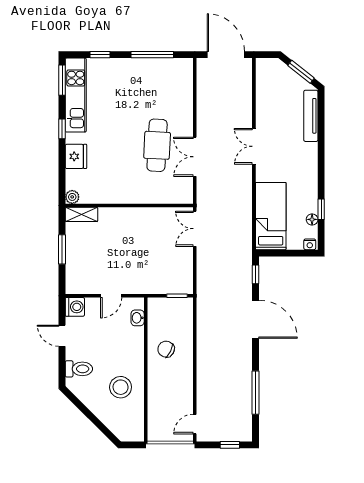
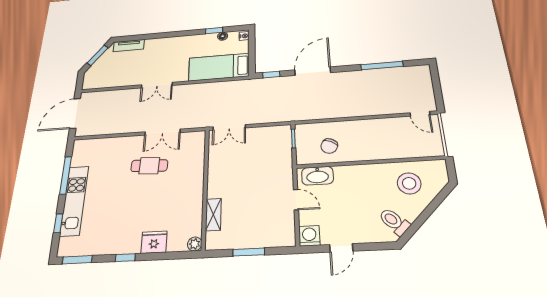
kitchen unit: (76, 95) -> (74, 201), moved, turned 90
tv unit: (311, 116) -> (129, 46), width x0.71
cafe table: (157, 145) -> (149, 166), width x0.73, depth x0.74
shelving: (82, 214) -> (213, 215), moved
washbasin: (138, 318) -> (317, 176), width x1.91, depth x1.45
chair: (166, 349) -> (329, 146), moved
toilet: (79, 369) -> (394, 222), moved, turned -45
stool: (121, 387) -> (409, 183), moved
window: (230, 445) -> (436, 82), removed

